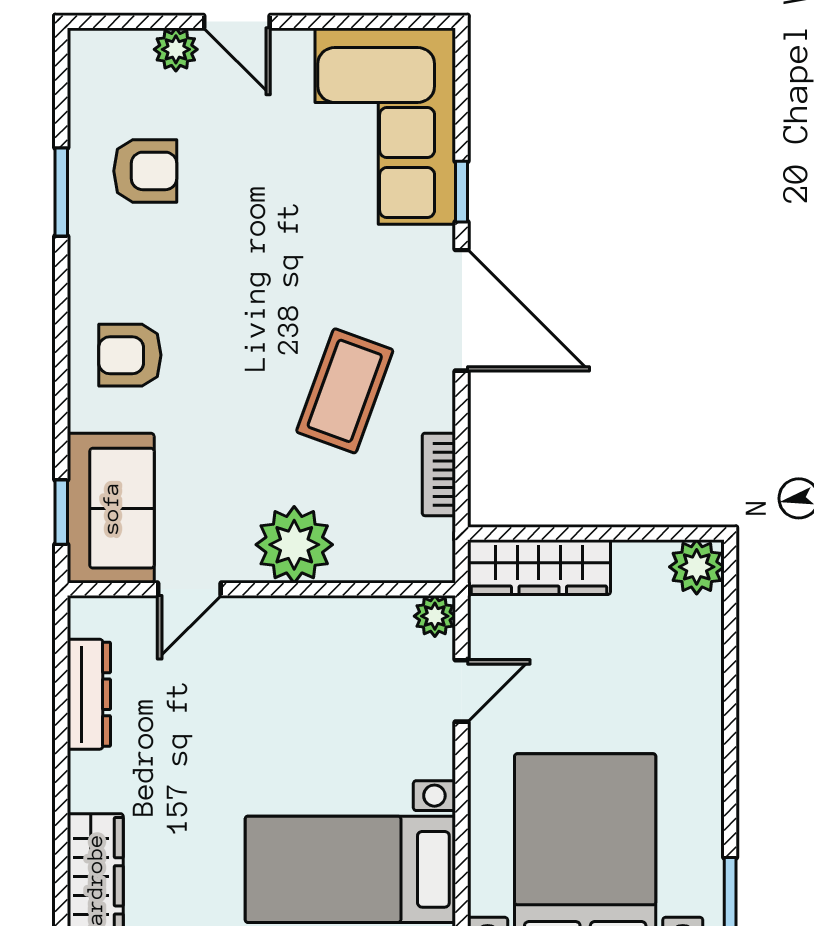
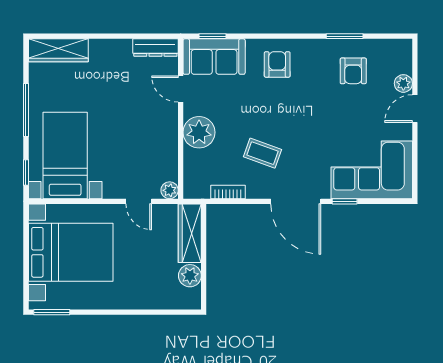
door: (462, 310) -> (296, 201), hinge flipped
coffee table: (345, 391) -> (262, 153), width x0.73, depth x0.77
plant: (697, 567) -> (190, 276), moved
dresser: (89, 694) -> (155, 48), moved

